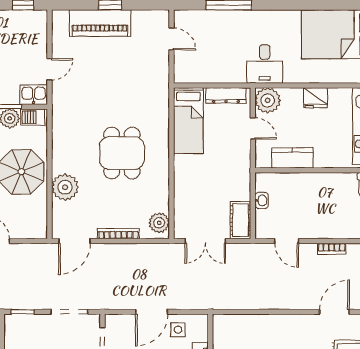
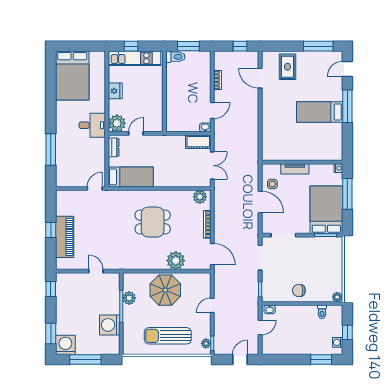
door: (171, 39) -> (95, 188), moved
kitchen sink: (34, 95) -> (113, 282), removed
dresser: (226, 95) -> (114, 147), width x0.70
barbecue: (33, 117) -> (128, 282), removed
kitchen counter: (292, 158) -> (156, 107), removed
washbasin: (262, 200) -> (205, 127), moved

